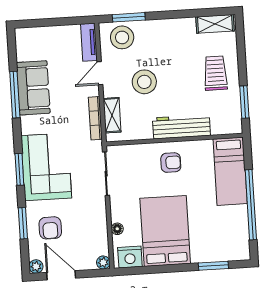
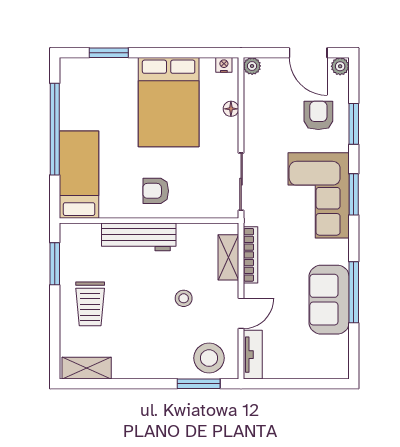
stool: (144, 82) -> (184, 298), width x0.53, depth x0.53
nightstand: (130, 257) -> (224, 65), width x0.53, depth x0.56

